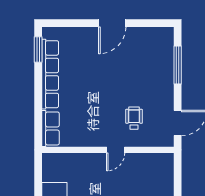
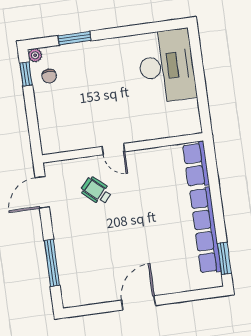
wheelchair: (134, 118) -> (96, 191), turned 132
door: (116, 150) -> (113, 149), swing flipped

